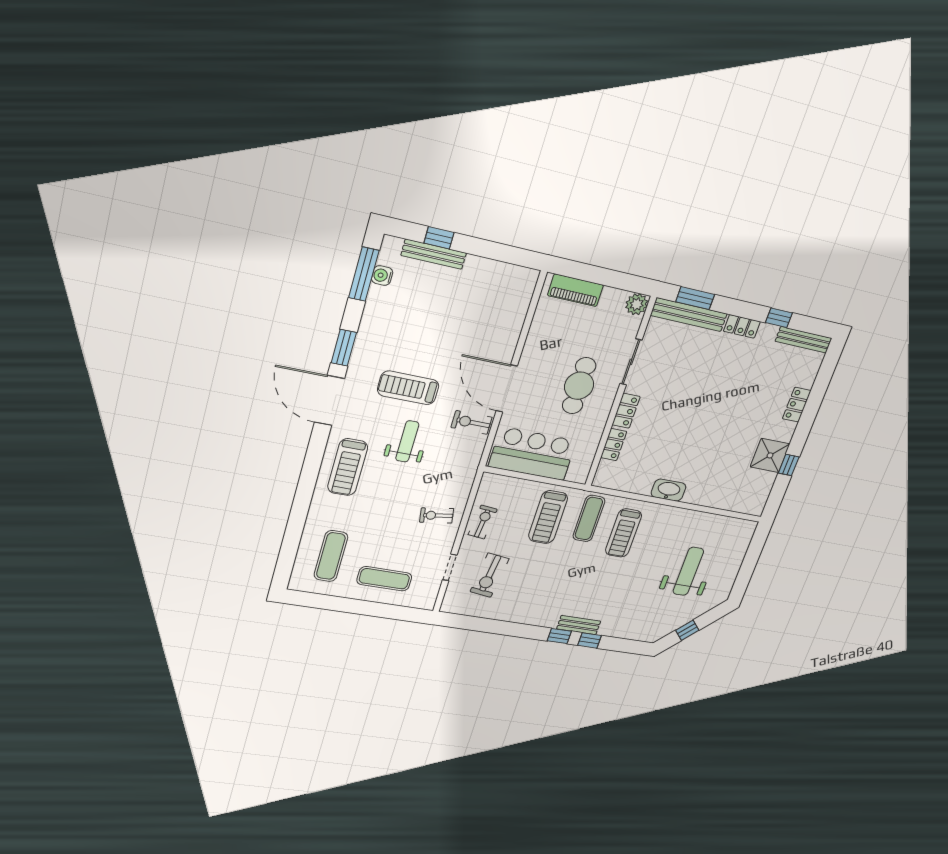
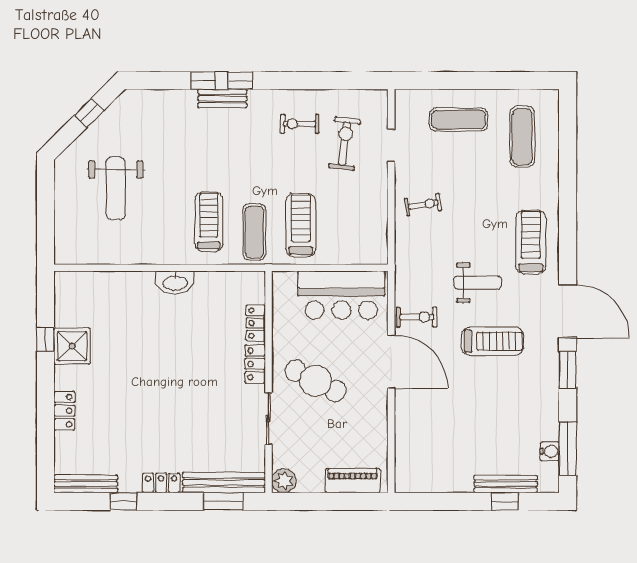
cafe table: (579, 386) -> (316, 381), turned -63
weight bench: (407, 441) -> (477, 283), turned -90
exercise bike: (483, 522) -> (300, 124), moved, turned 84

